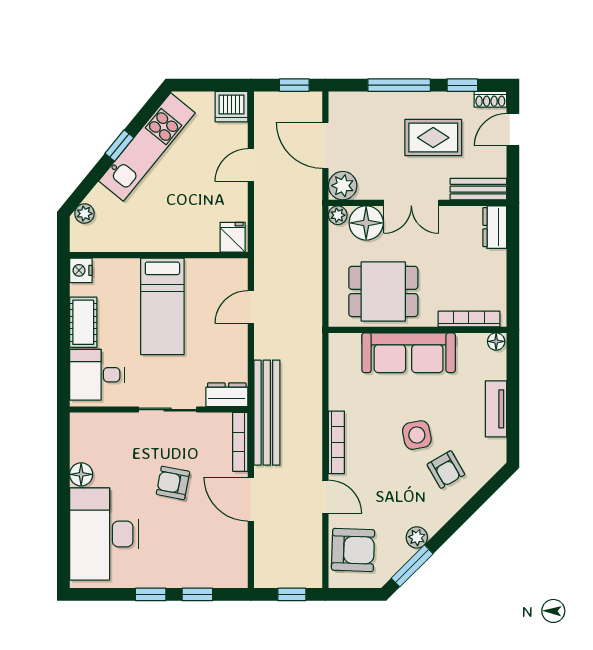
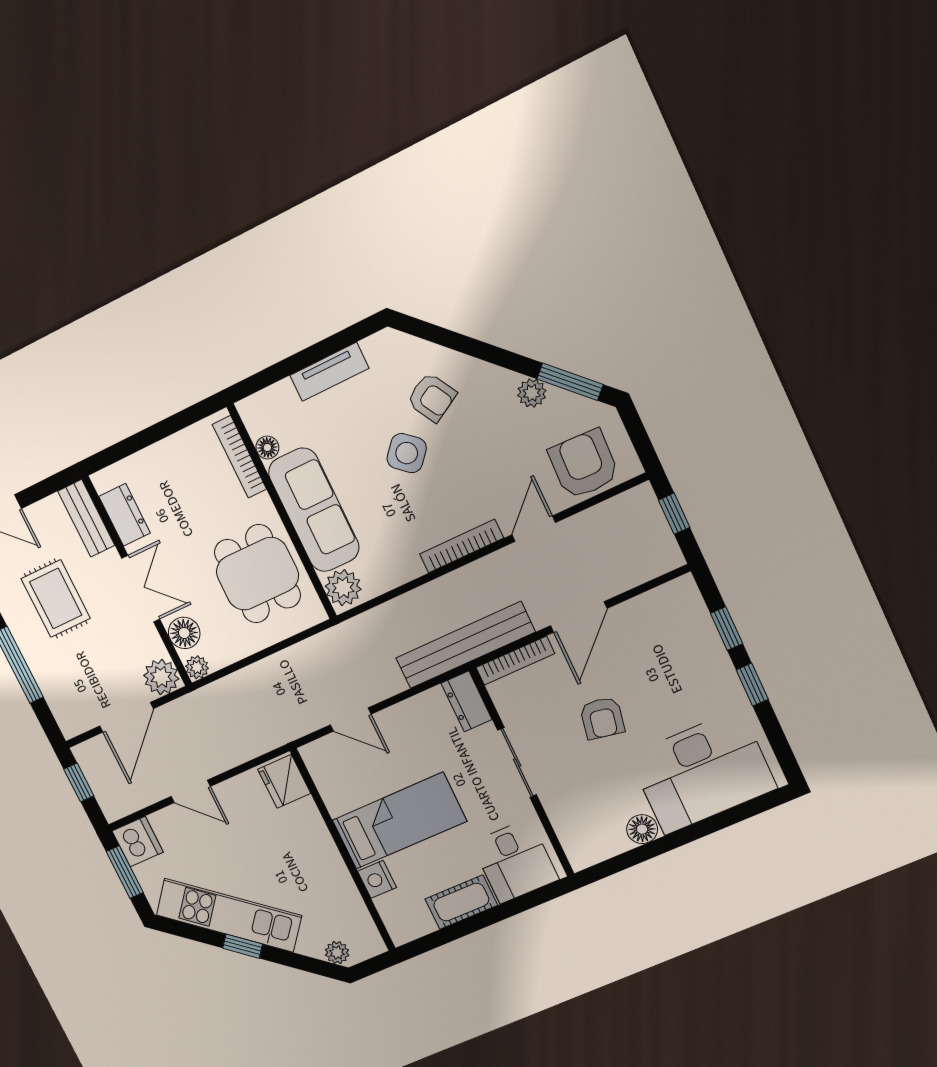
window: (213, 85) -> (125, 872), added
floor lamp: (366, 223) -> (184, 633), width x0.73, depth x0.73
dresser: (495, 227) -> (125, 515), moved, turned -90
fridge: (233, 237) -> (284, 781), width x1.38
nightstand: (81, 270) -> (377, 879), moved, turned 90
floor lamp: (496, 341) -> (267, 447), moved
plant: (346, 347) -> (343, 588), added
side table: (417, 435) -> (407, 453), turned -38
armchair: (446, 470) -> (432, 397), turned 90

